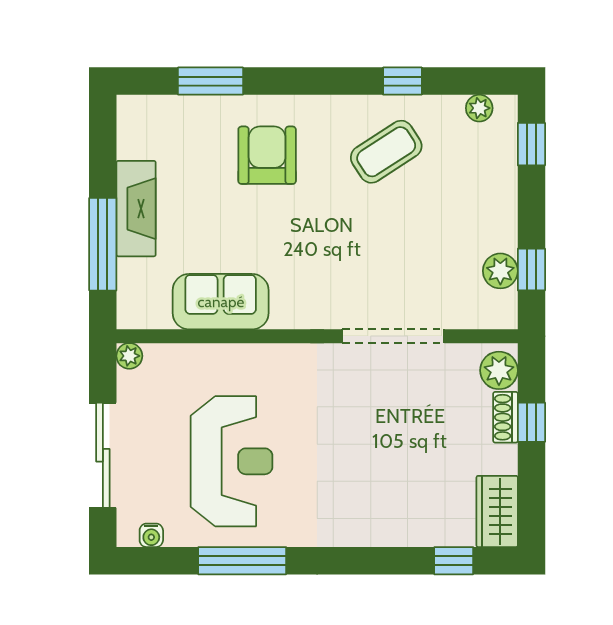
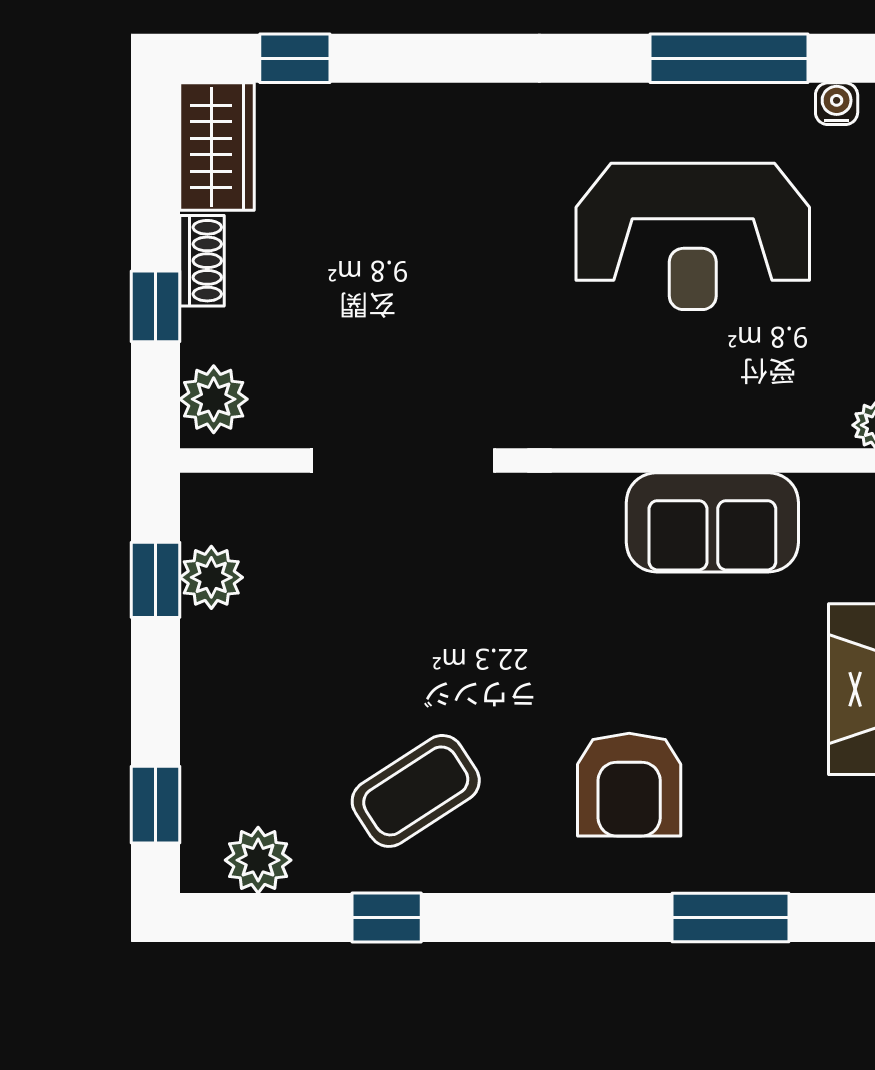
plant: (479, 108) -> (258, 860), width x1.38, depth x1.38
shoe rack: (505, 417) -> (202, 261), moved
reception desk: (232, 461) -> (693, 236), turned -90
window: (242, 561) -> (729, 58), moved

